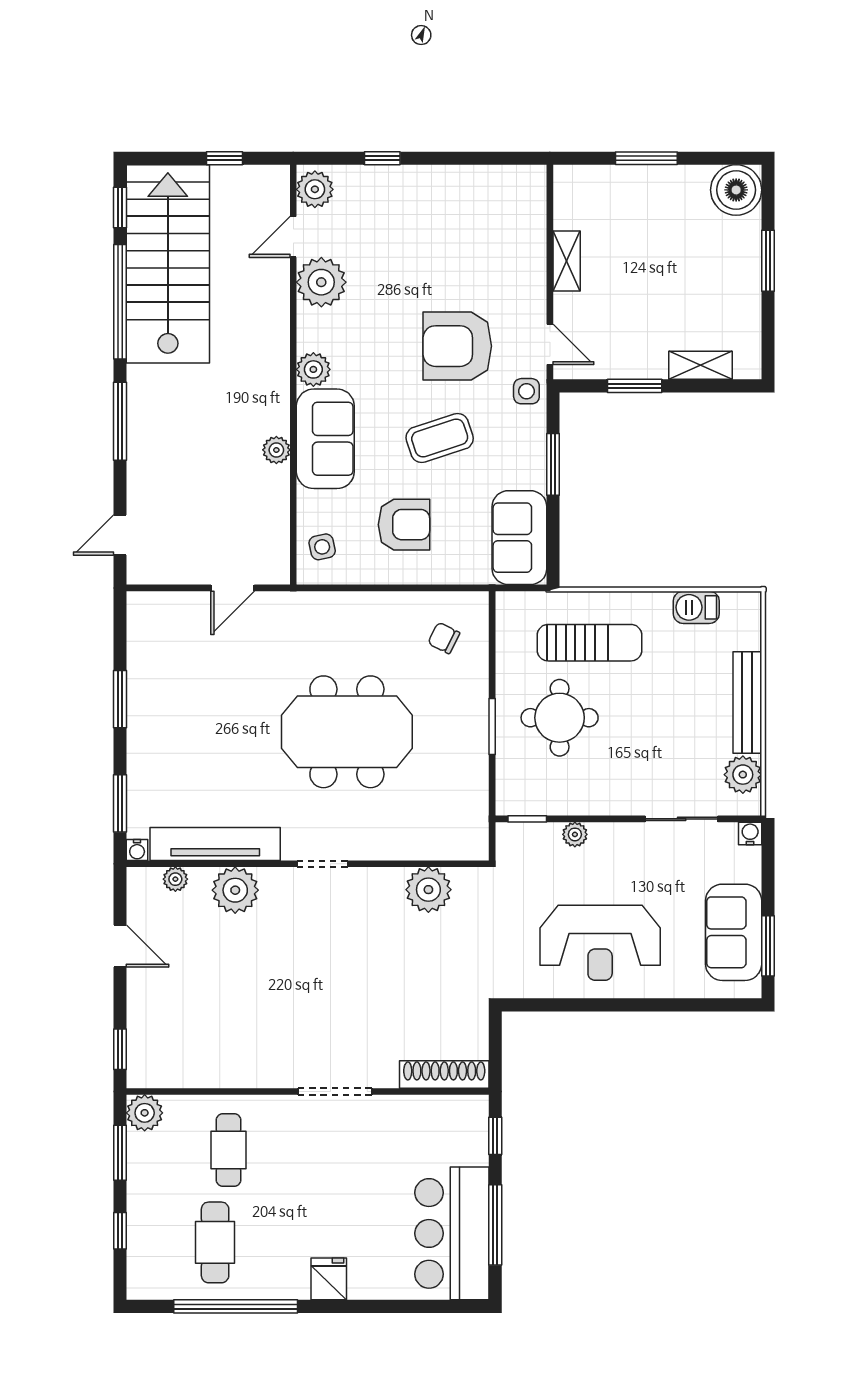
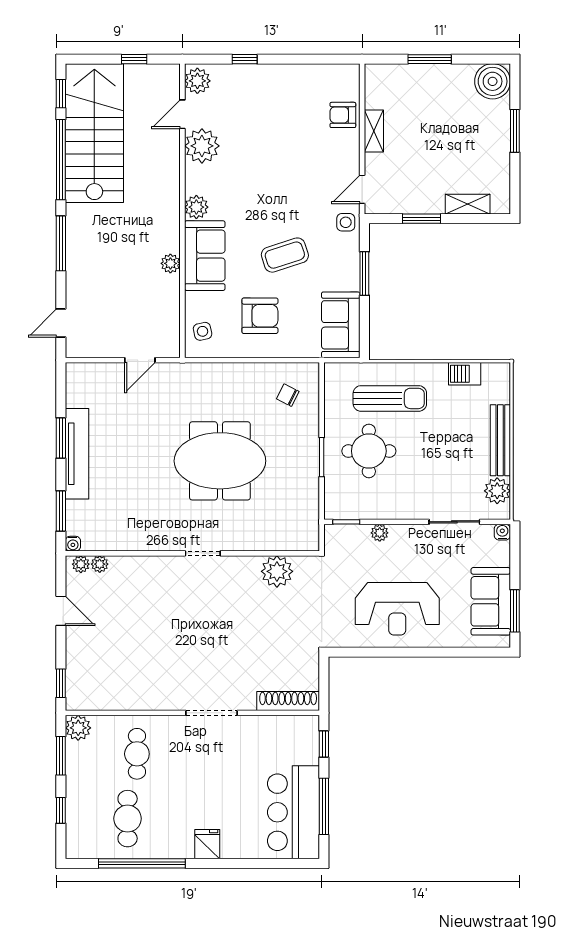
door: (550, 344) -> (362, 189), swing flipped
armchair: (457, 346) -> (343, 115), moved, width x0.53, depth x0.53
tv unit: (215, 844) -> (77, 454), moved, turned 90
plant: (235, 890) -> (81, 564), moved, width x0.53, depth x0.53

